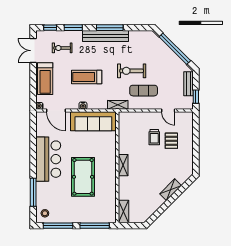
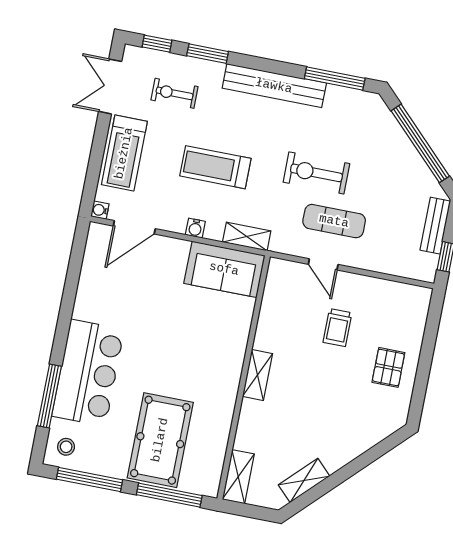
window: (110, 28) -> (335, 79), moved
shelving: (118, 105) -> (247, 237), moved
door: (56, 111) -> (134, 227), hinge flipped
door: (168, 111) -> (323, 264), moved
sofa: (93, 121) -> (224, 269), width x0.73
pallet: (171, 141) -> (388, 367), moved
bar counter: (48, 159) -> (88, 373), moved
pool table: (83, 177) -> (160, 440), moved
shelving: (171, 190) -> (304, 480), moved

